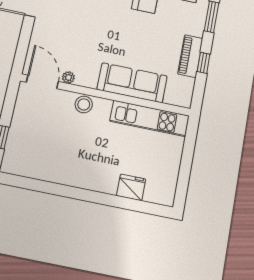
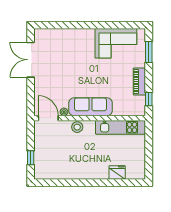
window: (204, 63) -> (149, 99), moved
sofa: (132, 83) -> (91, 107), moved

